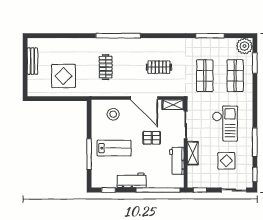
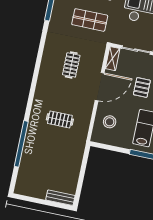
window: (118, 36) -> (21, 144), moved
bench: (32, 61) -> (60, 198), moved
display table: (64, 76) -> (60, 164), removed

